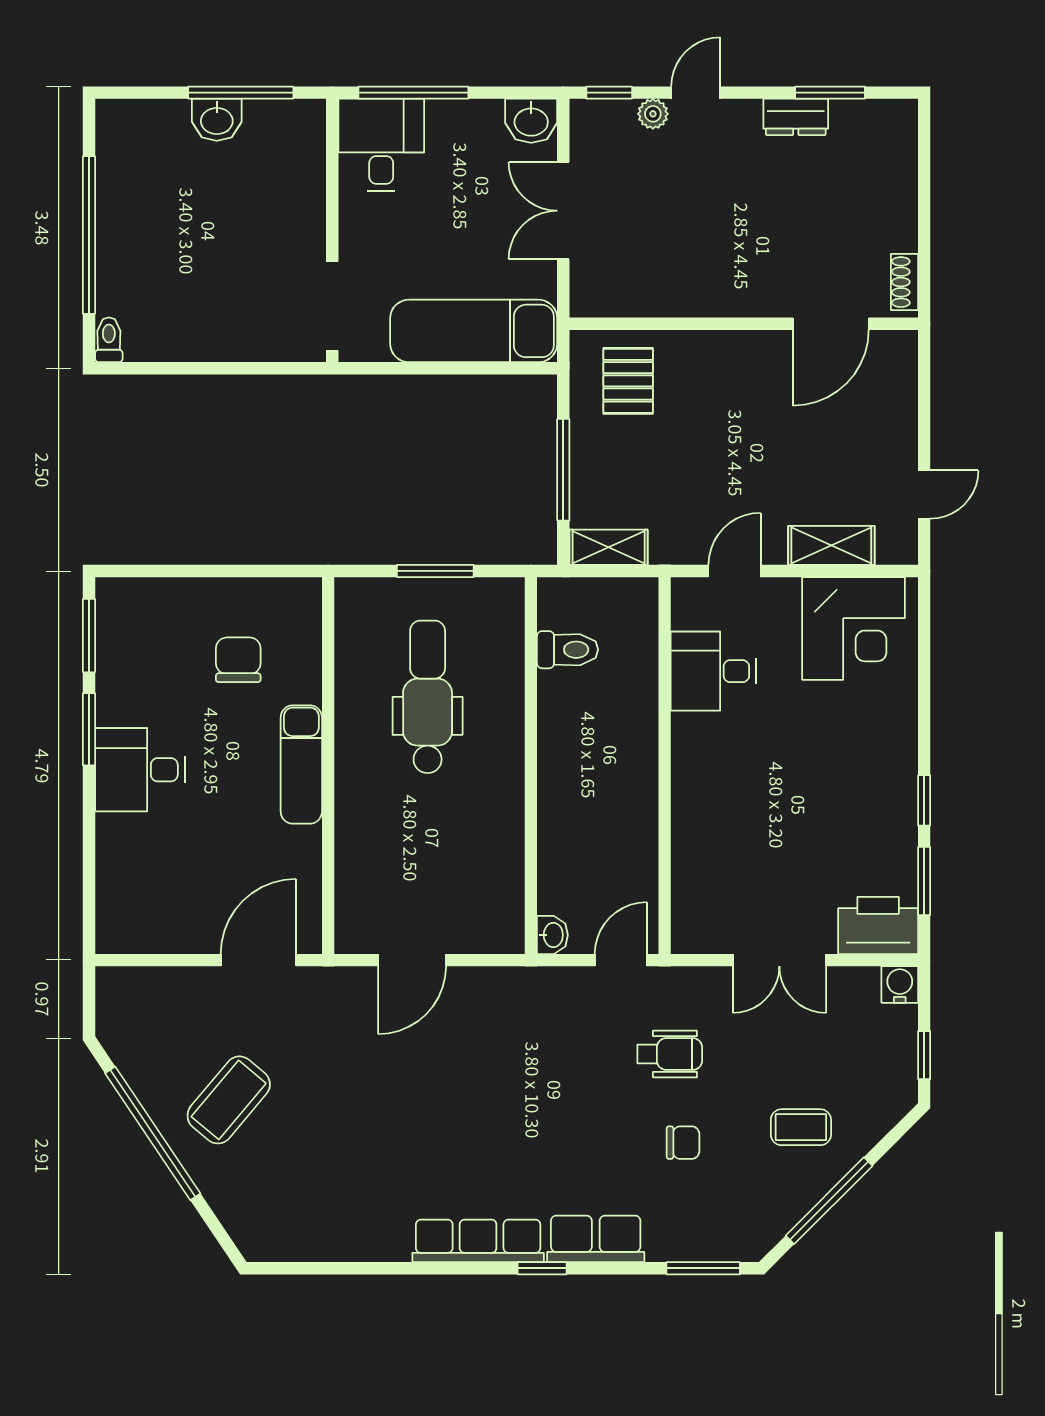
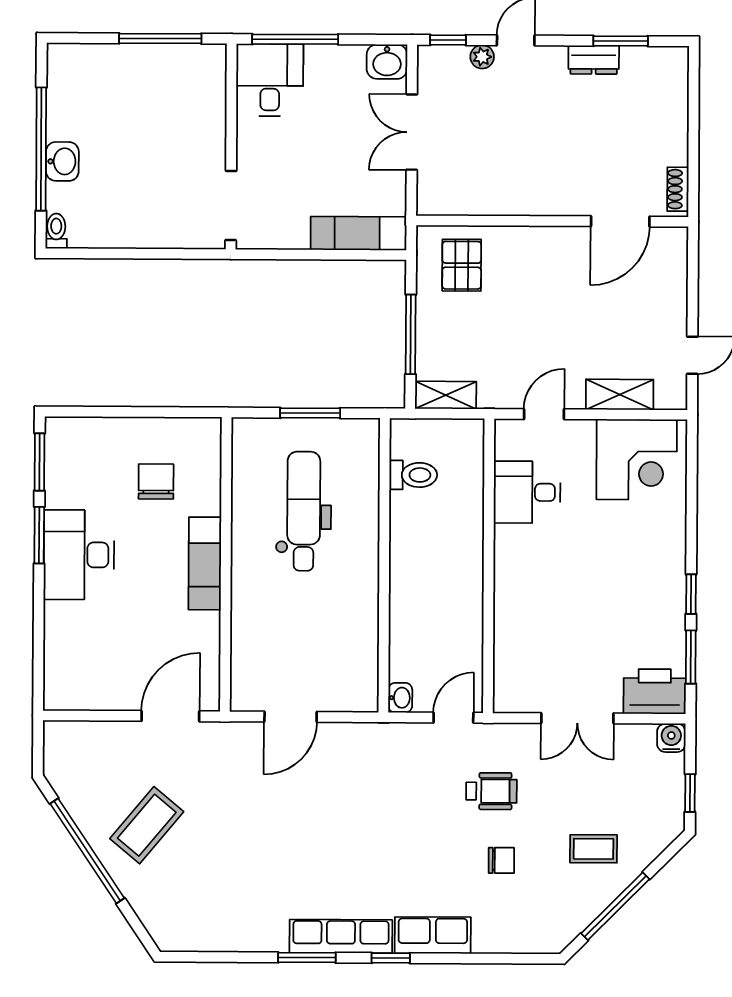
washbasin: (217, 120) -> (62, 161), moved, turned -90
exam couch: (474, 331) -> (359, 233), width x0.73, depth x0.69
desk: (140, 770) -> (79, 555), width x1.37
window: (703, 1268) -> (307, 957), moved

